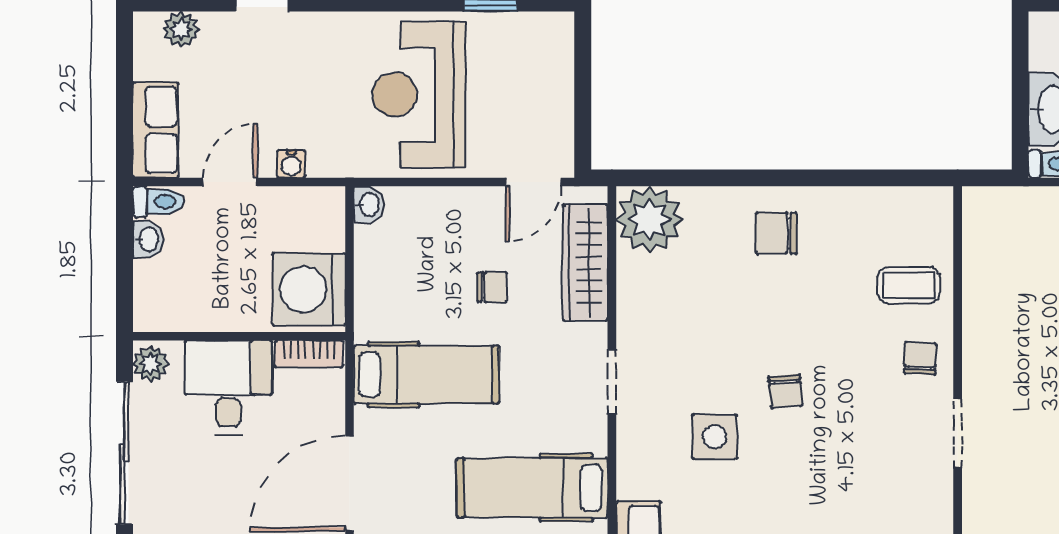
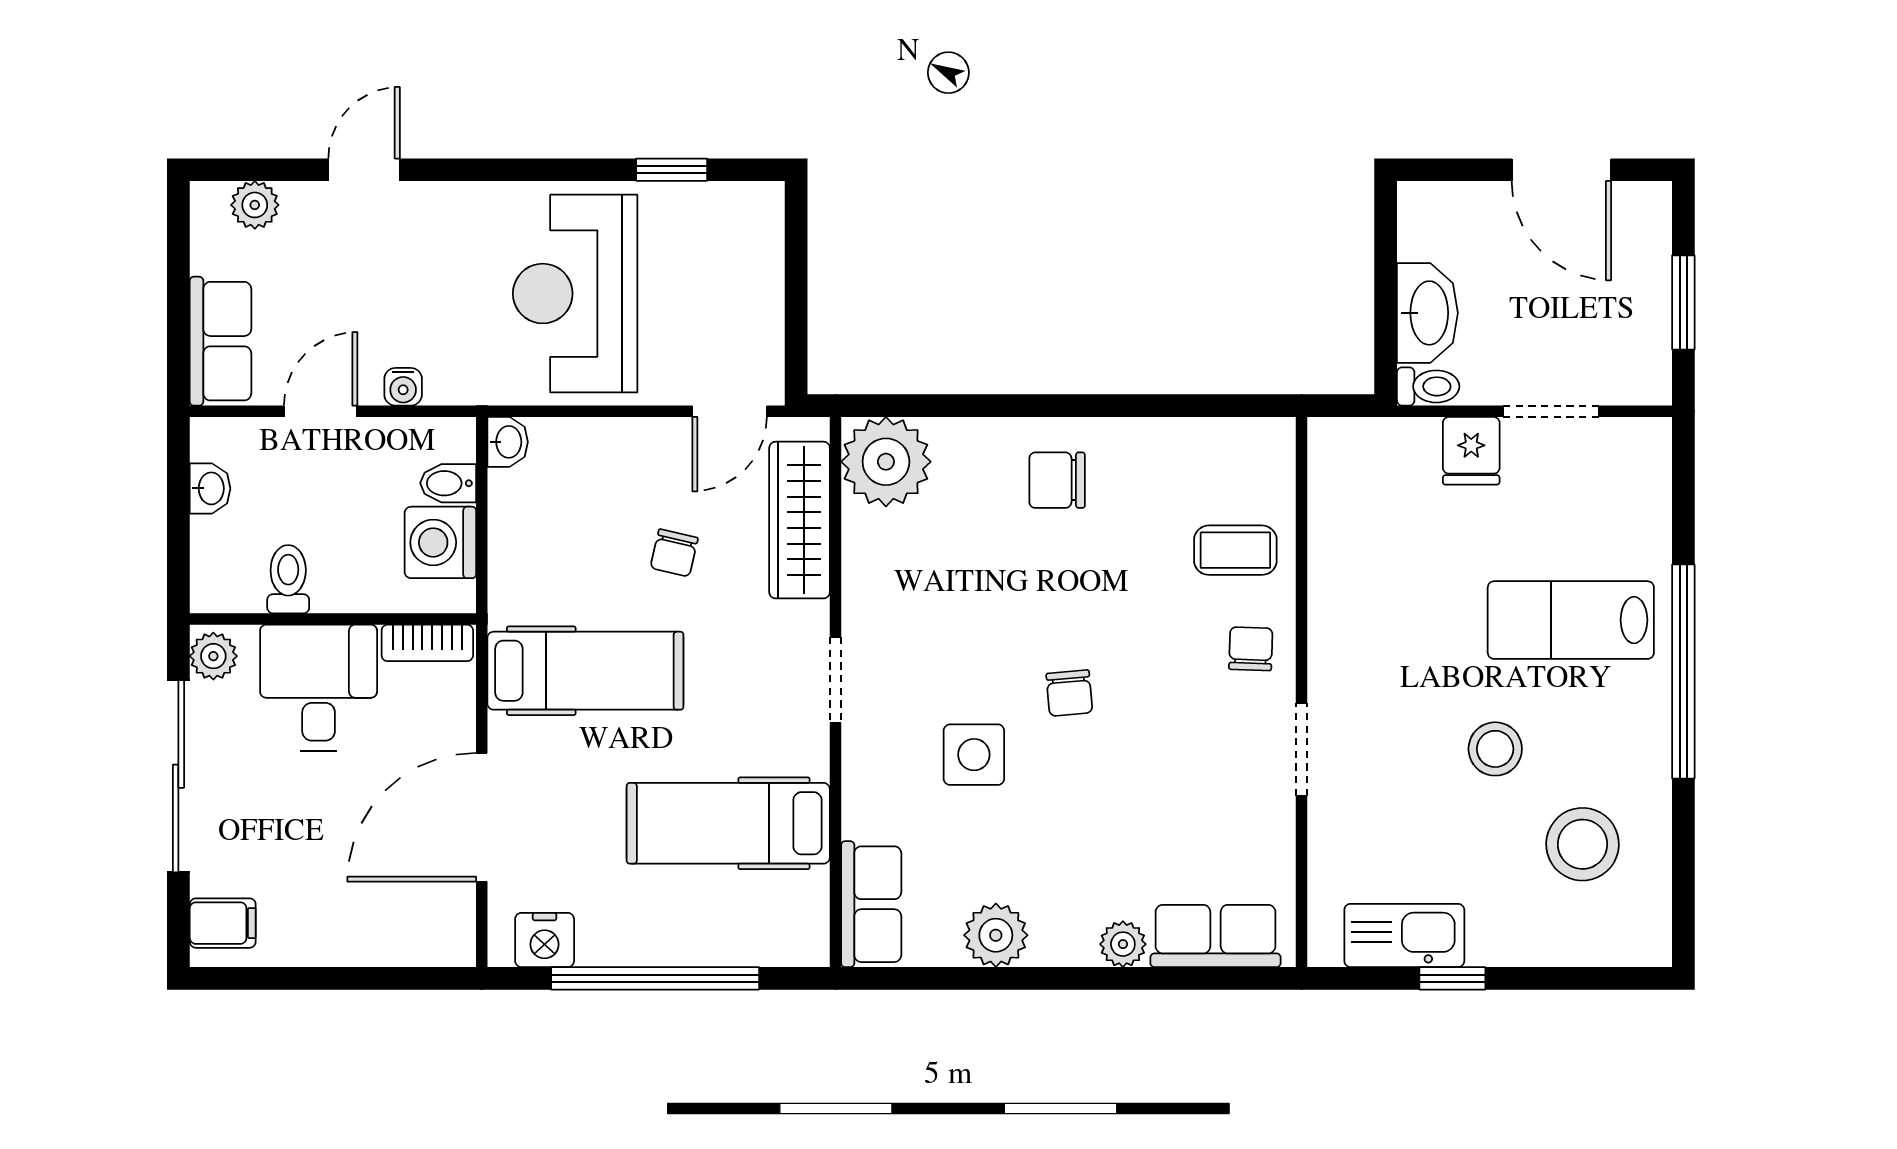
toilet: (158, 202) -> (288, 579), moved, turned -90
bidet: (325, 236) -> (448, 483), added
chair: (492, 287) -> (674, 553), turned 103
washing machine: (309, 289) -> (440, 542), width x0.73, depth x0.73

